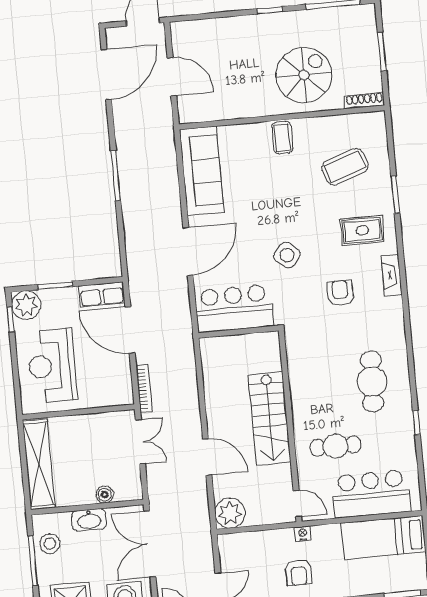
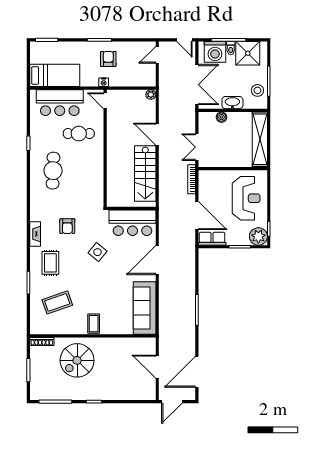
rug: (362, 230) -> (50, 263), turned 90
stairs: (270, 418) -> (145, 173), moved, turned 180
plant: (230, 513) -> (151, 95), width x0.53, depth x0.53

